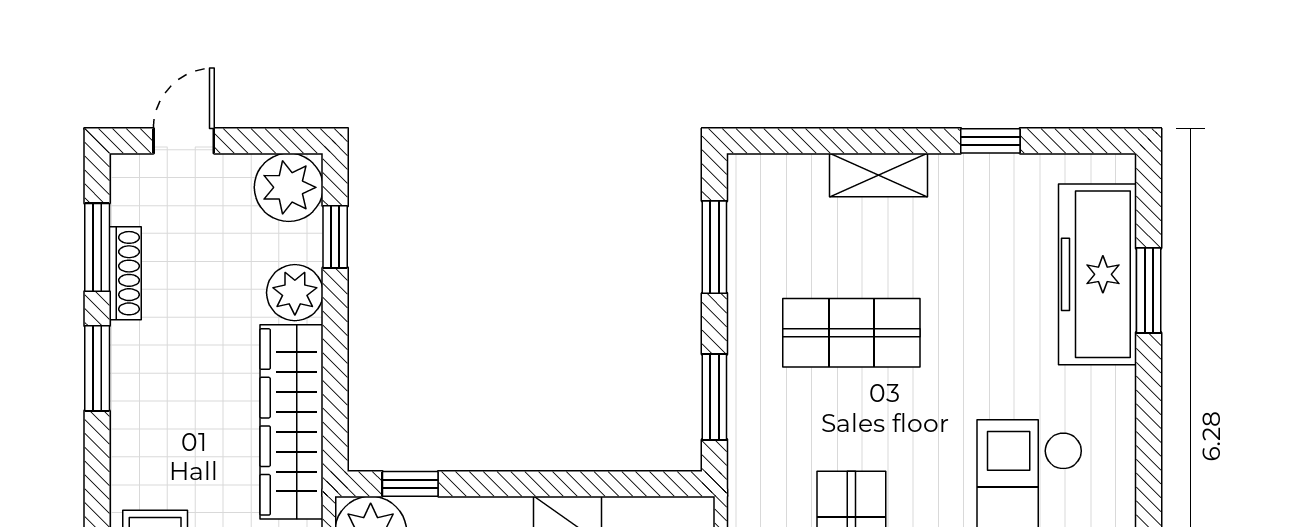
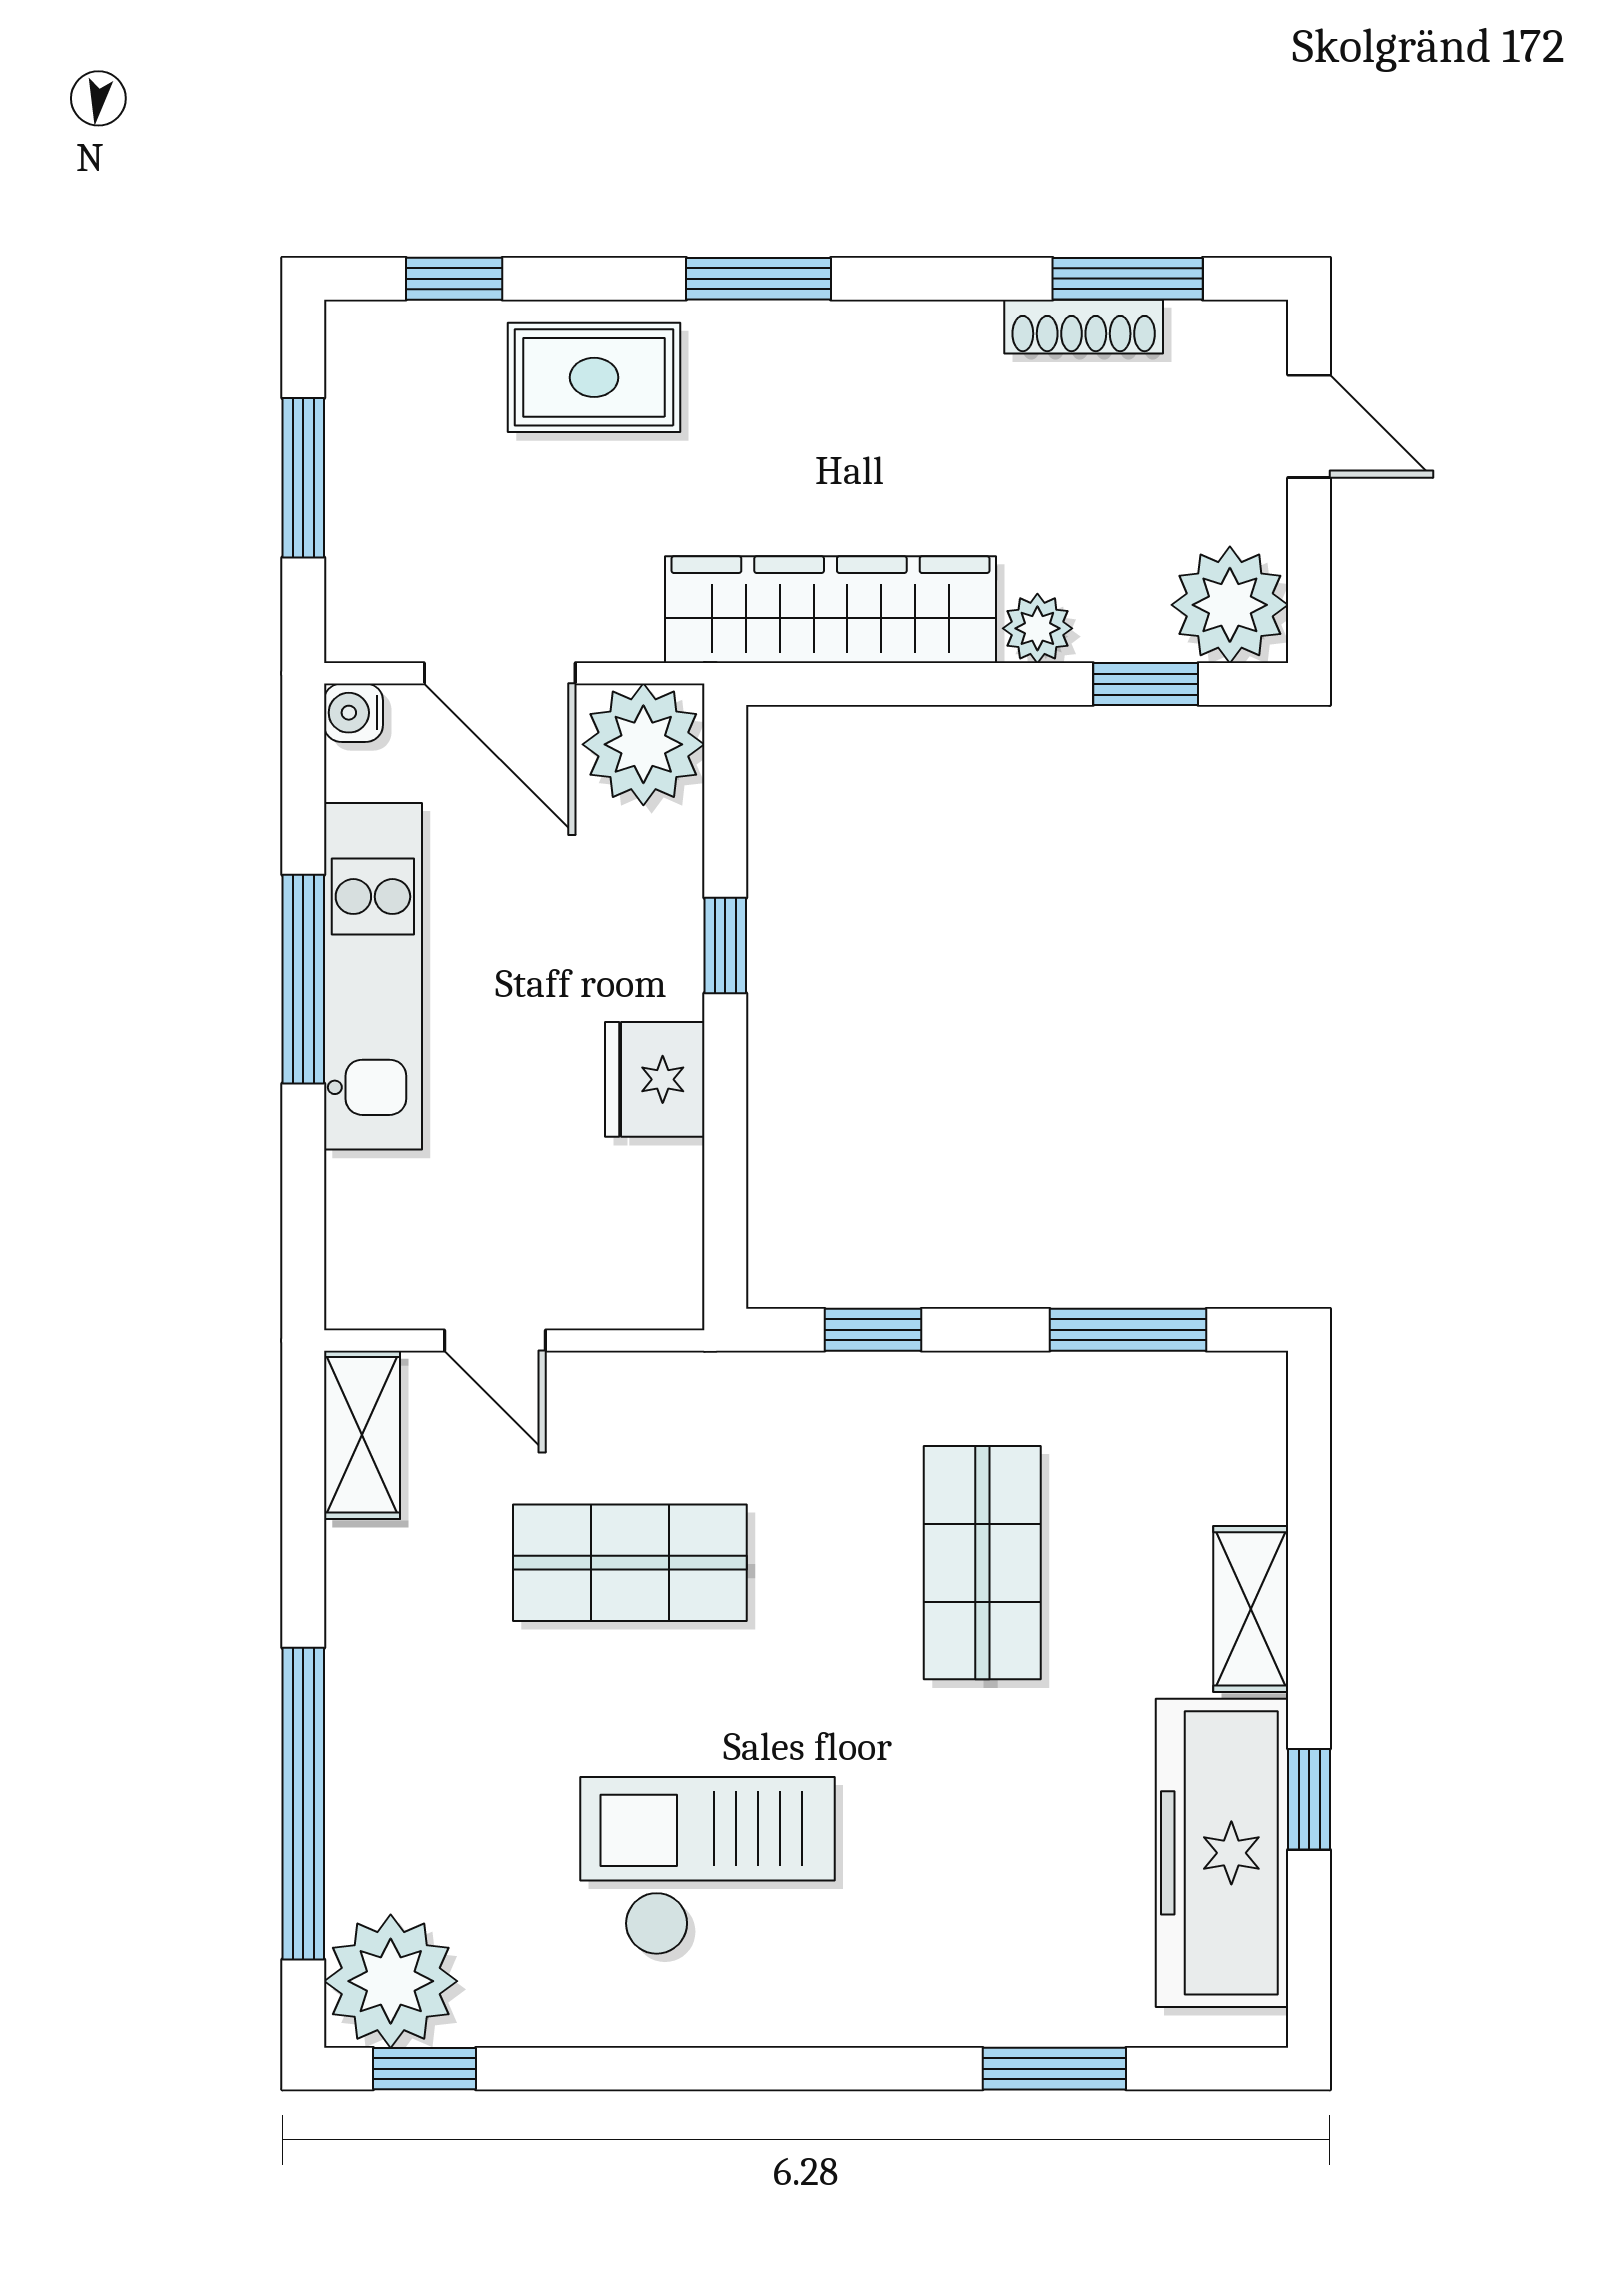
freezer: (1097, 274) -> (1222, 1853), moved, turned -90
plant: (295, 293) -> (1037, 628), width x0.73, depth x0.73
window: (97, 368) -> (759, 279), moved
window: (714, 397) -> (873, 1330), width x0.67
window: (410, 484) -> (725, 945), moved

